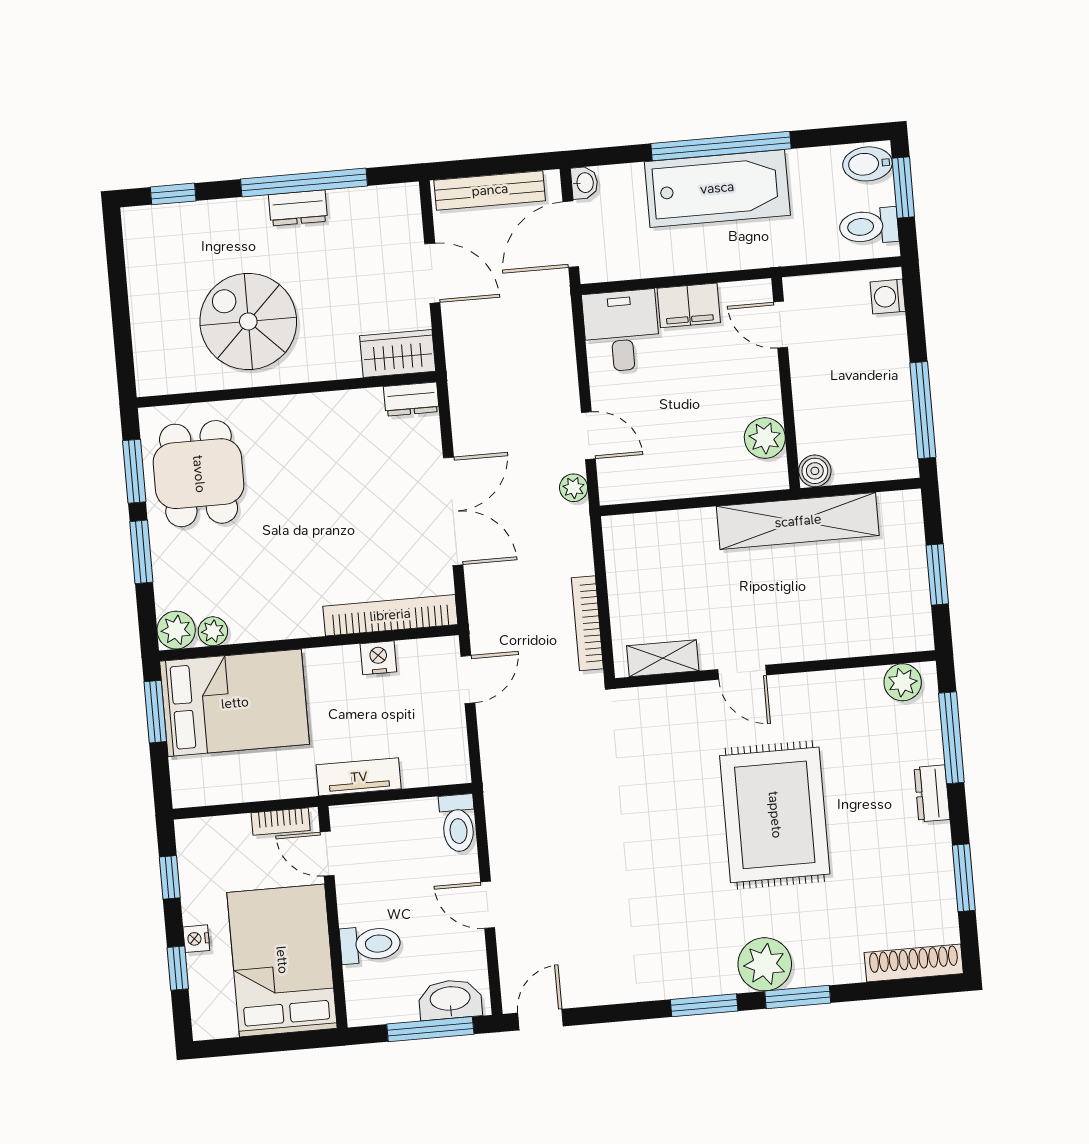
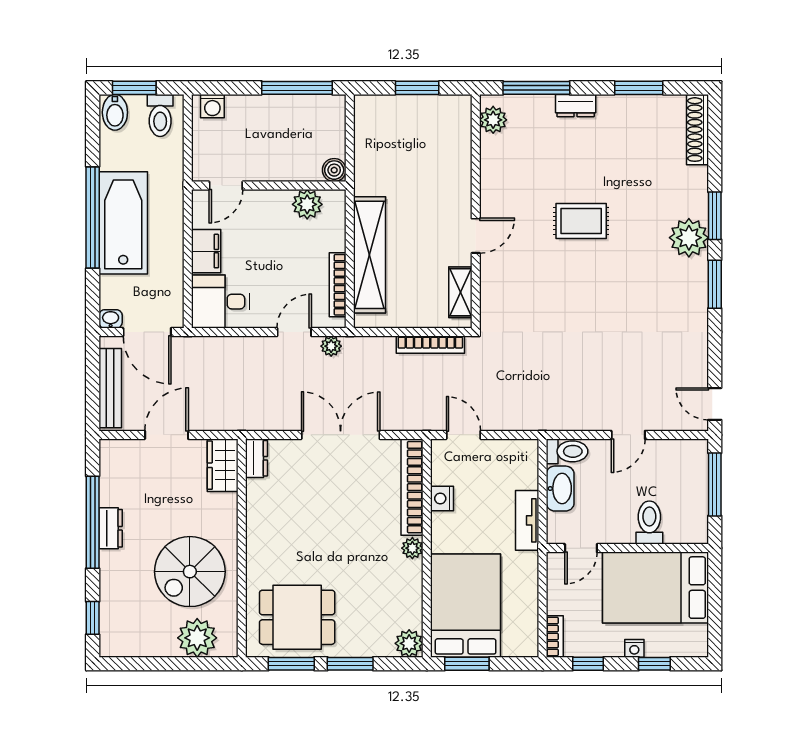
plant: (158, 339) -> (197, 638), added
bookcase: (658, 489) -> (338, 285), added
shelving: (798, 521) -> (369, 255), moved
plant: (213, 631) -> (412, 548), moved
rug: (775, 815) -> (581, 221), width x0.54, depth x0.49
bookcase: (281, 822) -> (555, 637), moved
washbasin: (450, 1000) -> (560, 489), moved, turned 180

